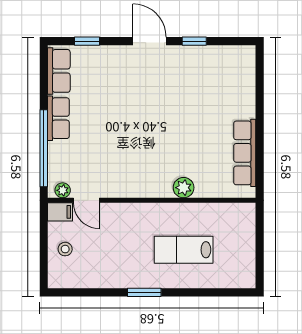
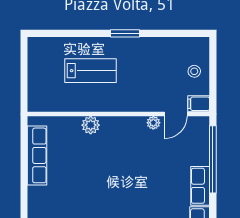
plant: (63, 190) -> (153, 123), moved
door: (86, 200) -> (176, 114), swing flipped

